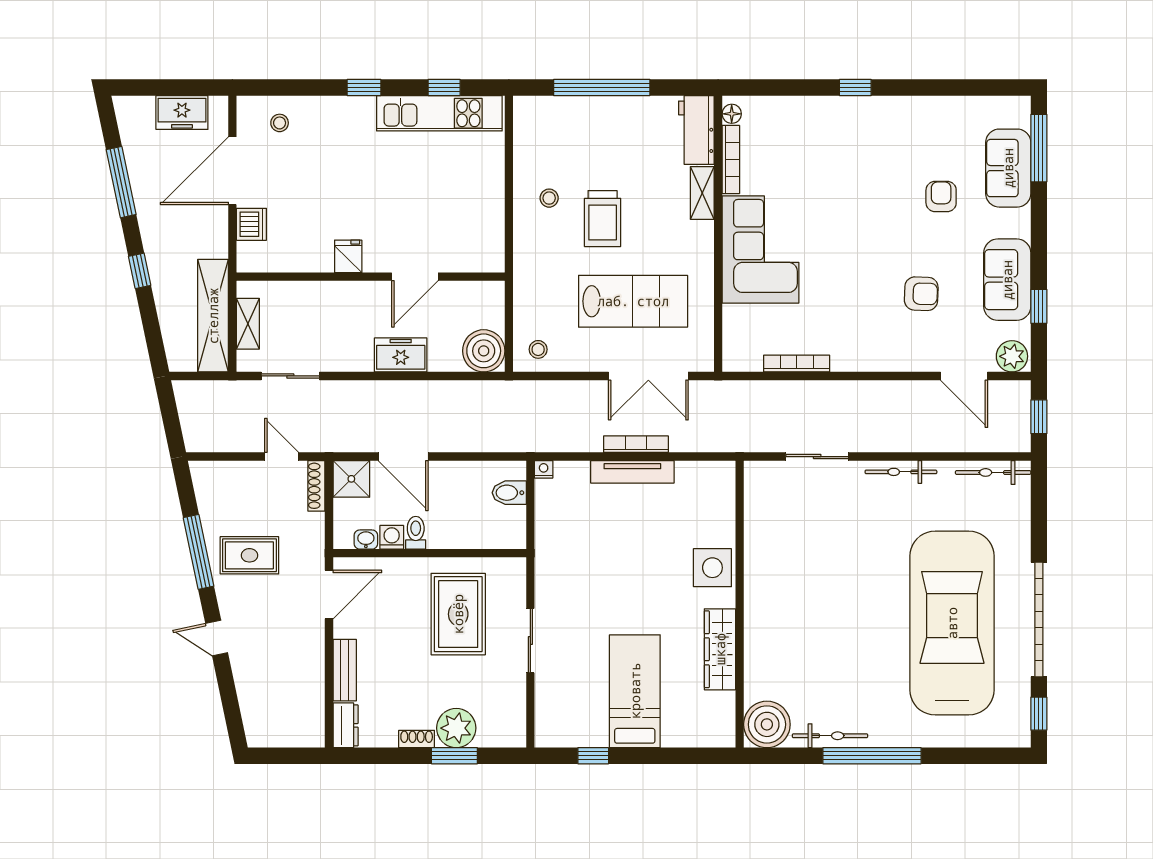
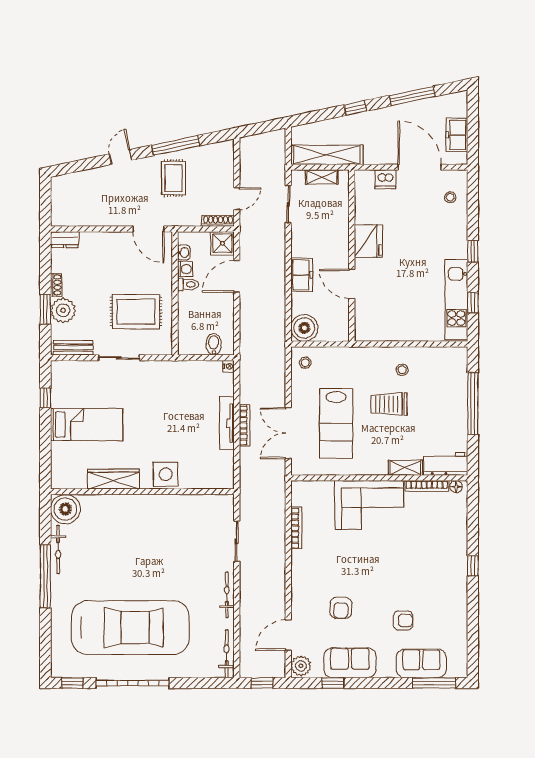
fridge: (348, 256) -> (368, 241), width x1.88, depth x1.34
bench: (345, 670) -> (73, 348), moved

